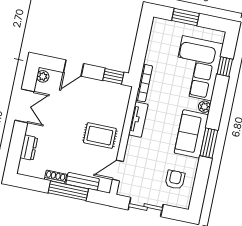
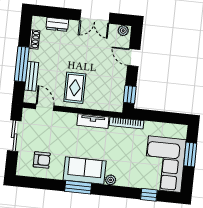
corner sofa: (197, 68) -> (165, 164), moved, turned -90
shoe rack: (55, 177) -> (34, 39), moved

